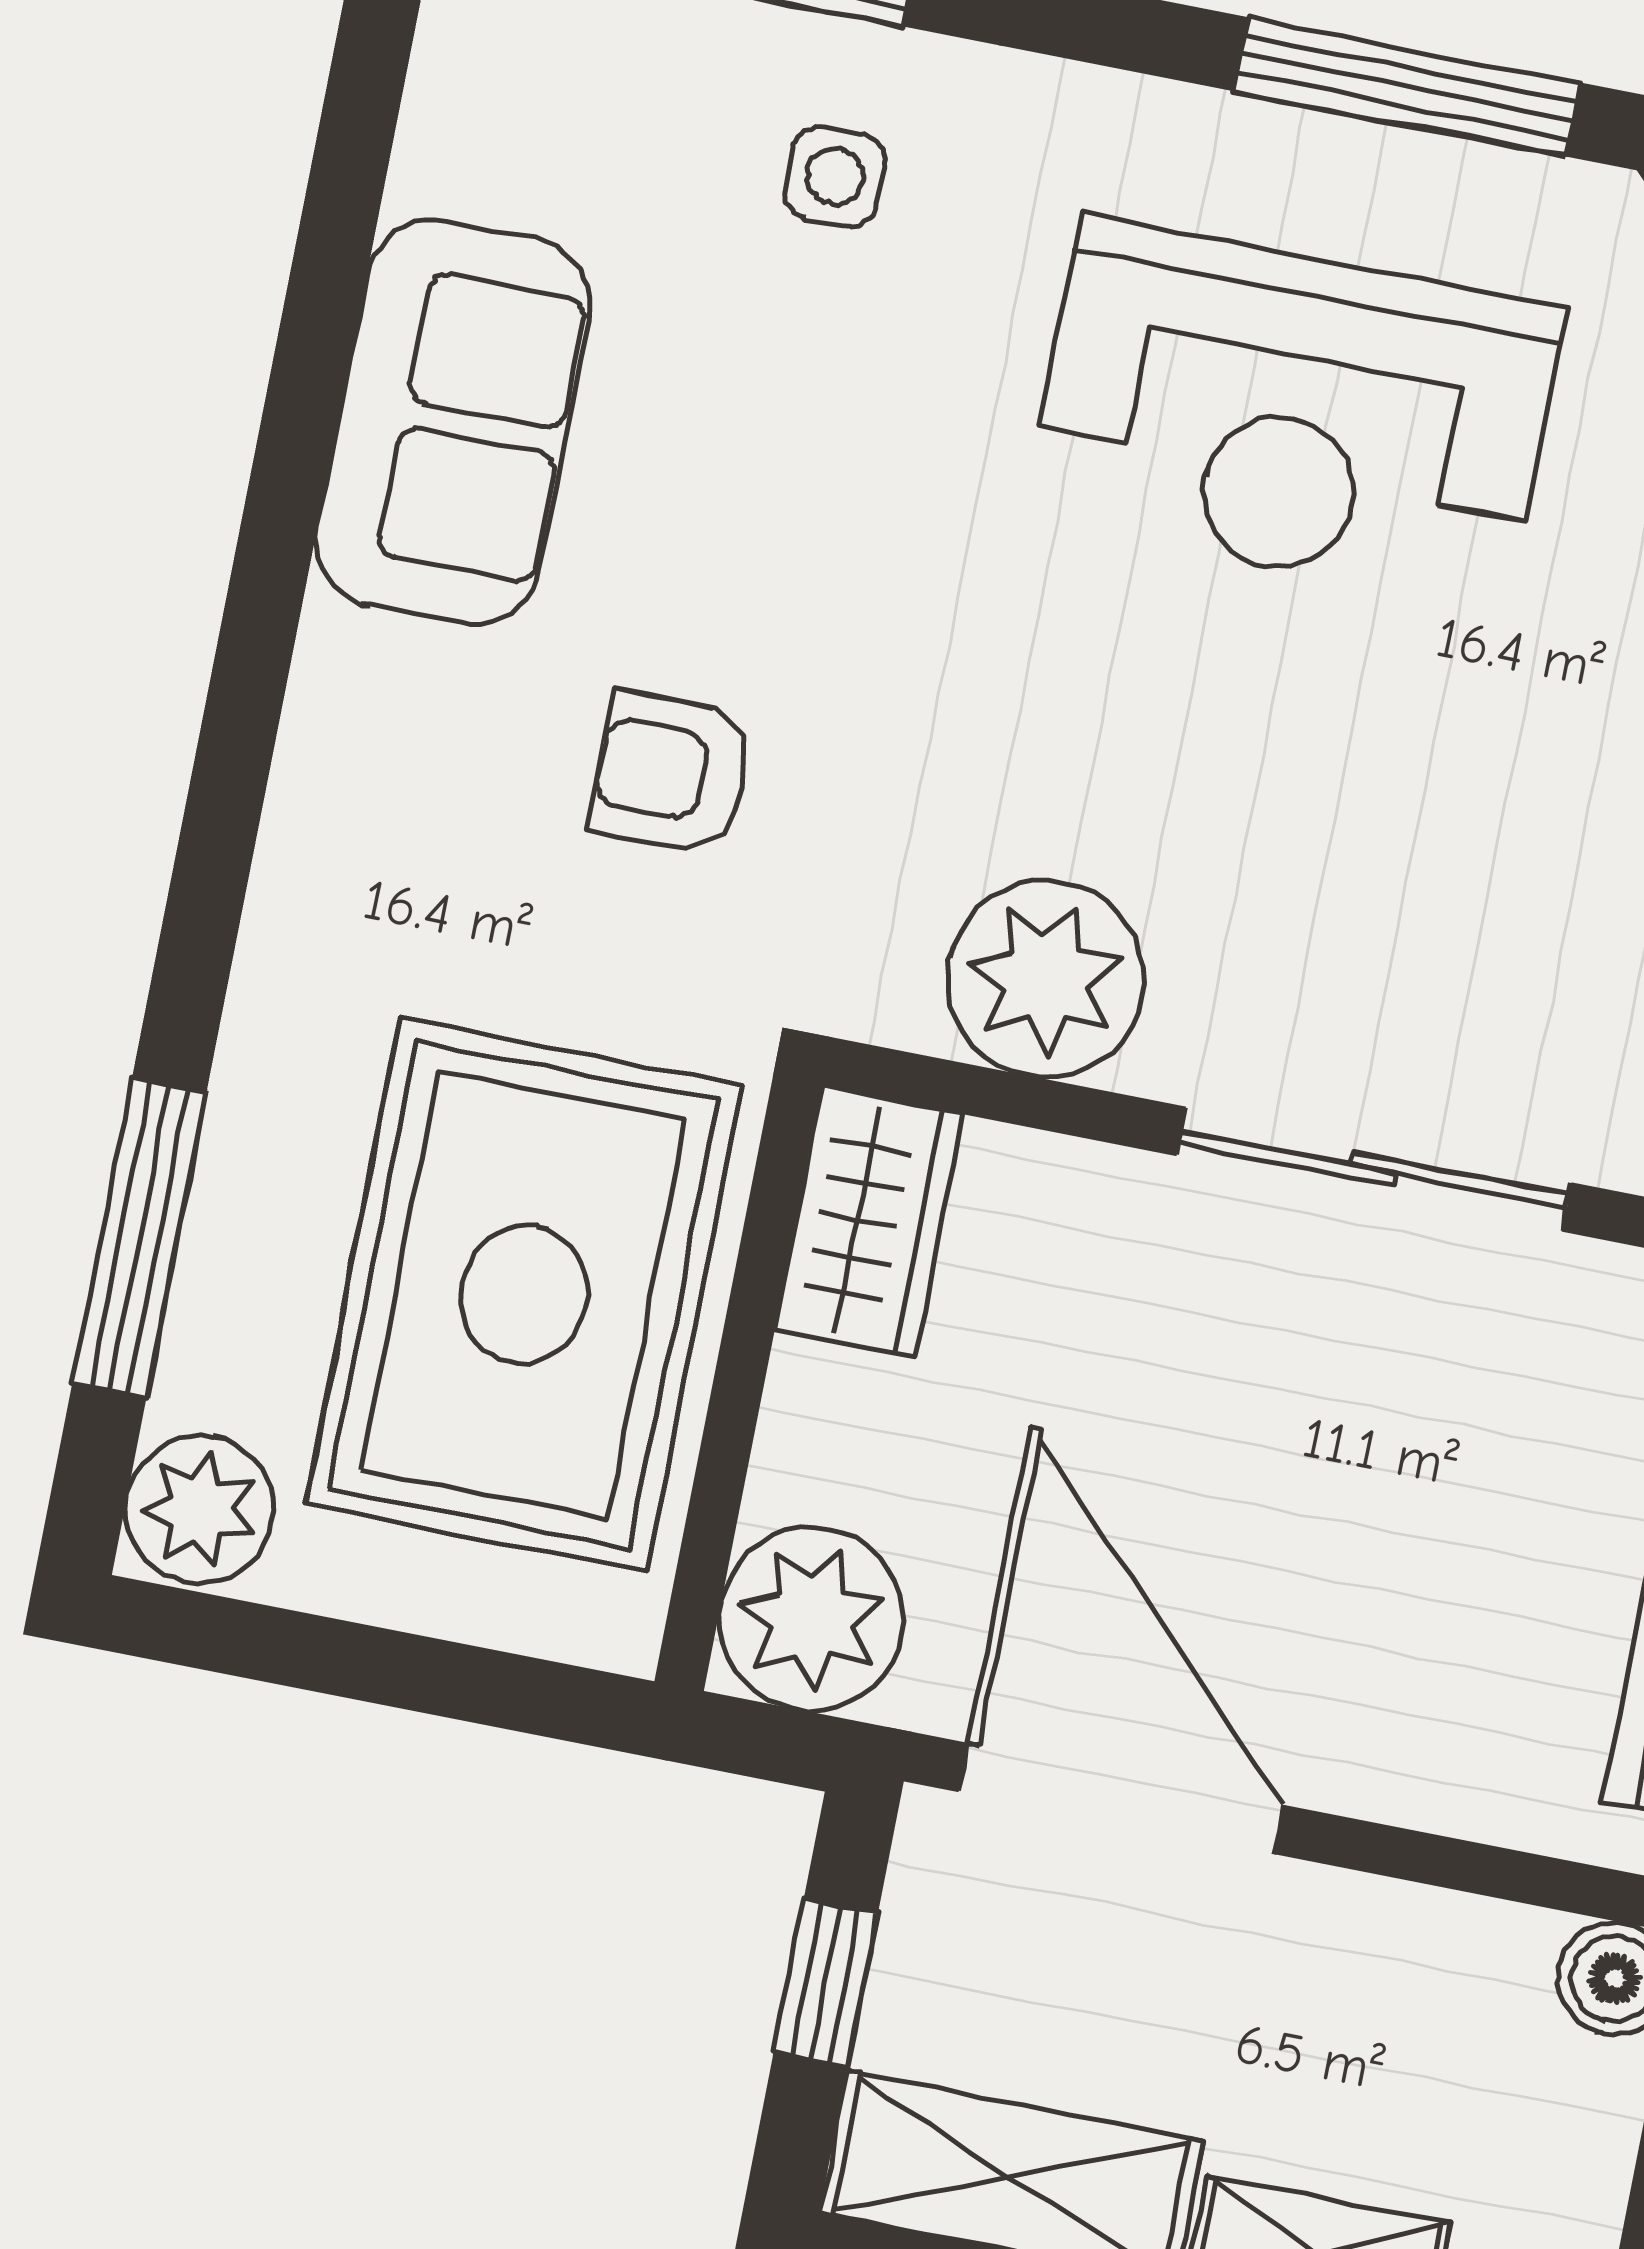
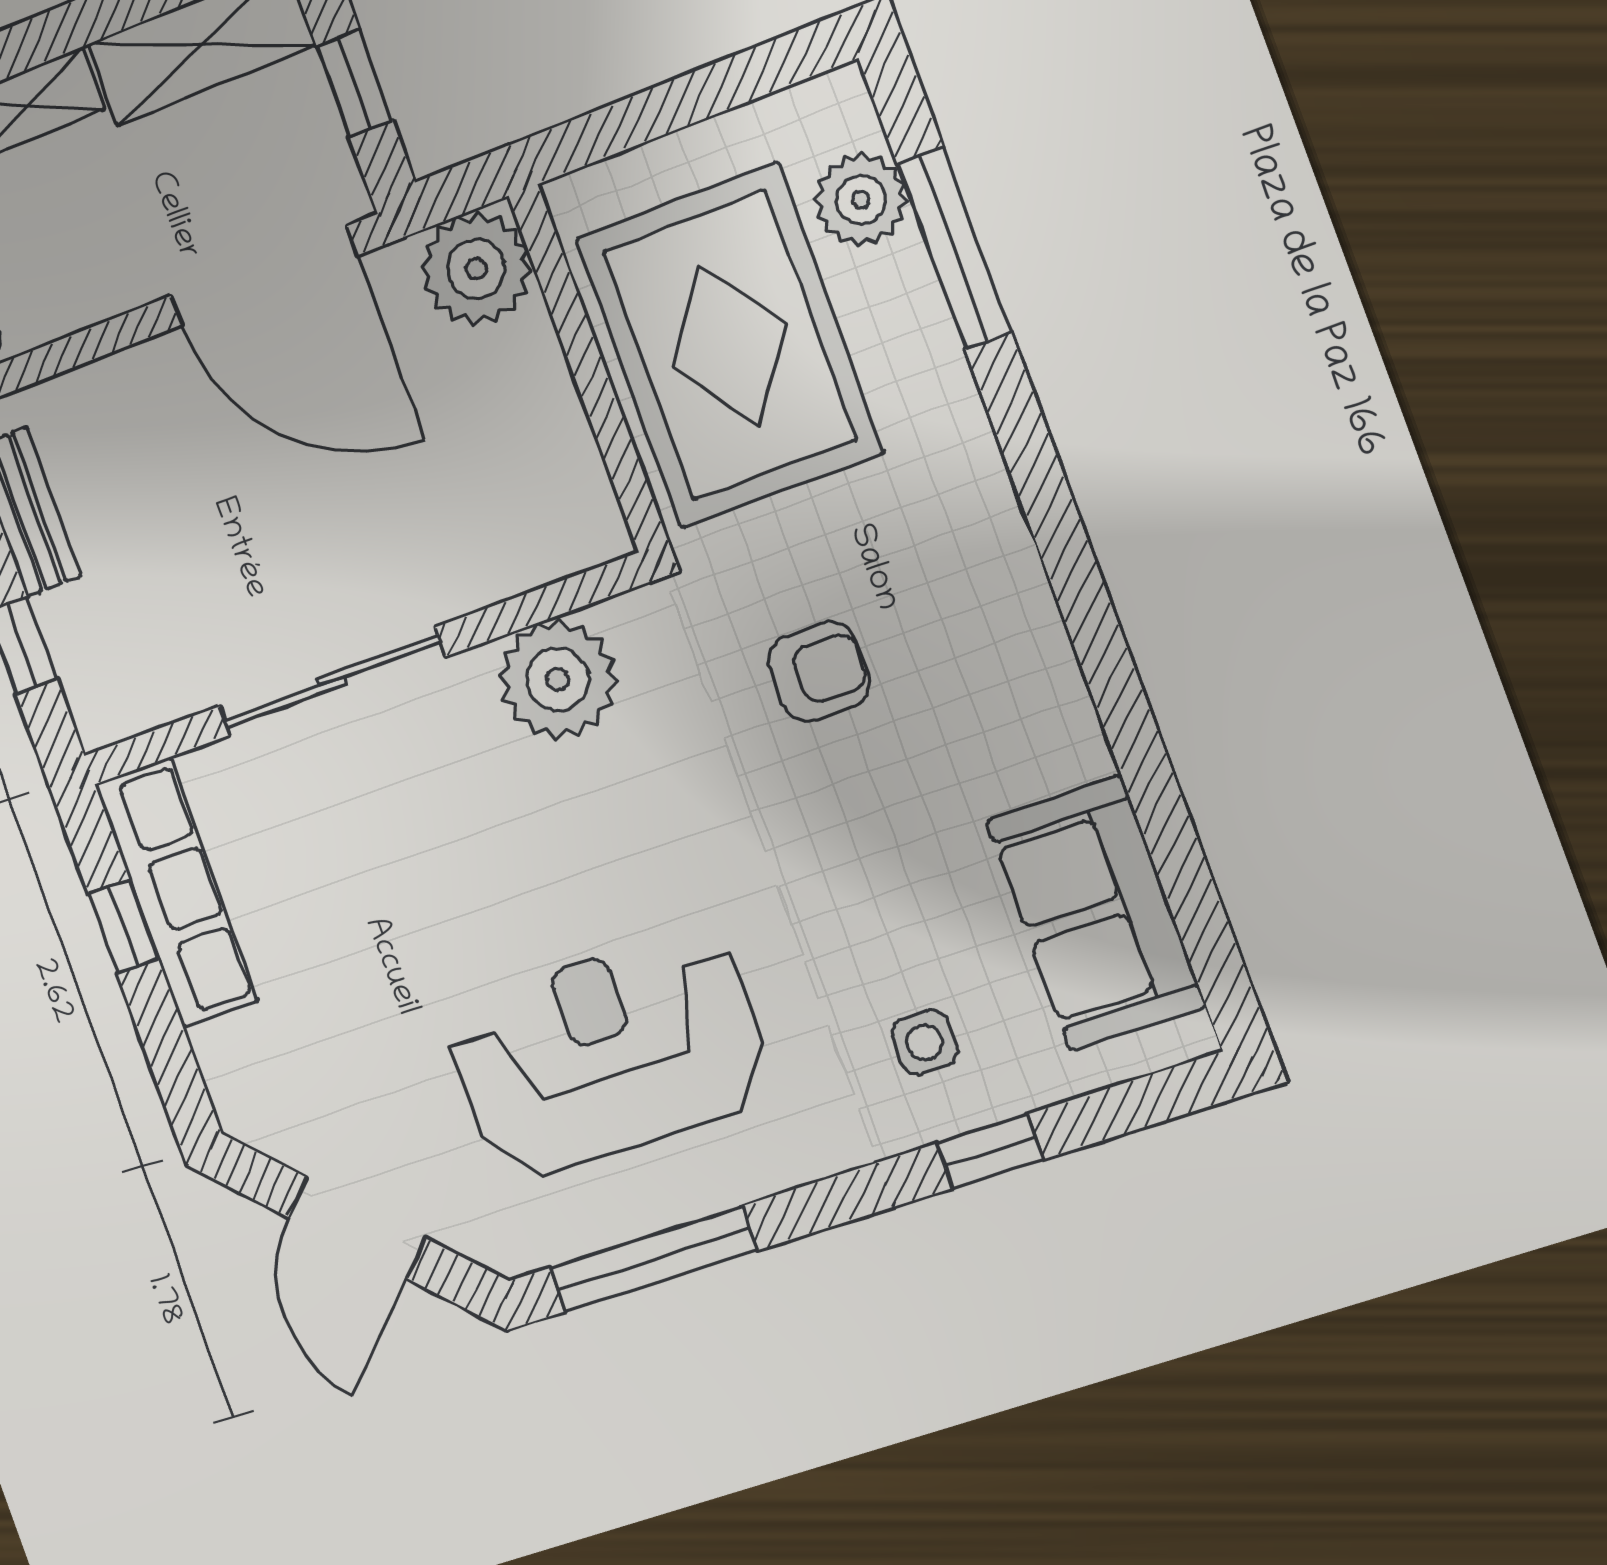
sofa: (453, 422) -> (1096, 913), moved
wardrobe: (869, 1222) -> (572, 496), removed
plant: (200, 1509) -> (861, 200), moved

